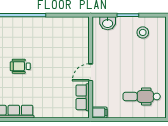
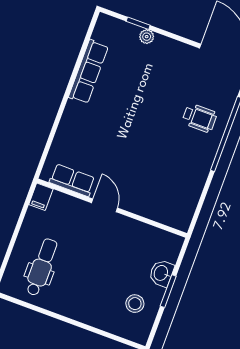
washbasin: (108, 23) -> (161, 273), moved
wheelchair: (20, 66) -> (199, 118), moved, turned 90

